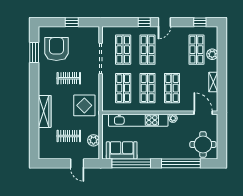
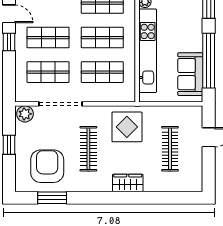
armchair: (56, 49) -> (47, 166), turned 90
clothes rail: (69, 78) -> (88, 149), width x1.36
wardrobe: (45, 111) -> (128, 183), width x0.67
clothes rail: (69, 136) -> (170, 149), width x1.36
plant: (93, 140) -> (25, 114), moved

